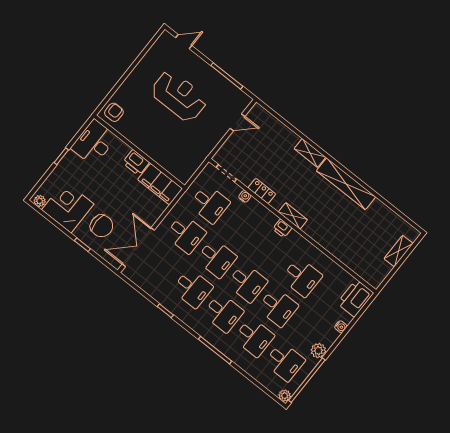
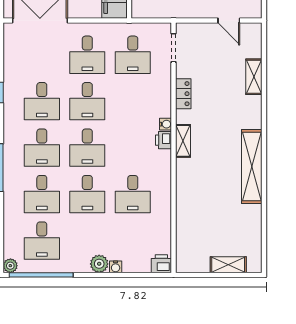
shelving: (310, 153) -> (254, 77), moved
water cooler: (245, 196) -> (166, 124), moved
printer: (355, 298) -> (161, 264), width x0.53, depth x0.68
plant: (318, 351) -> (99, 264), moved

